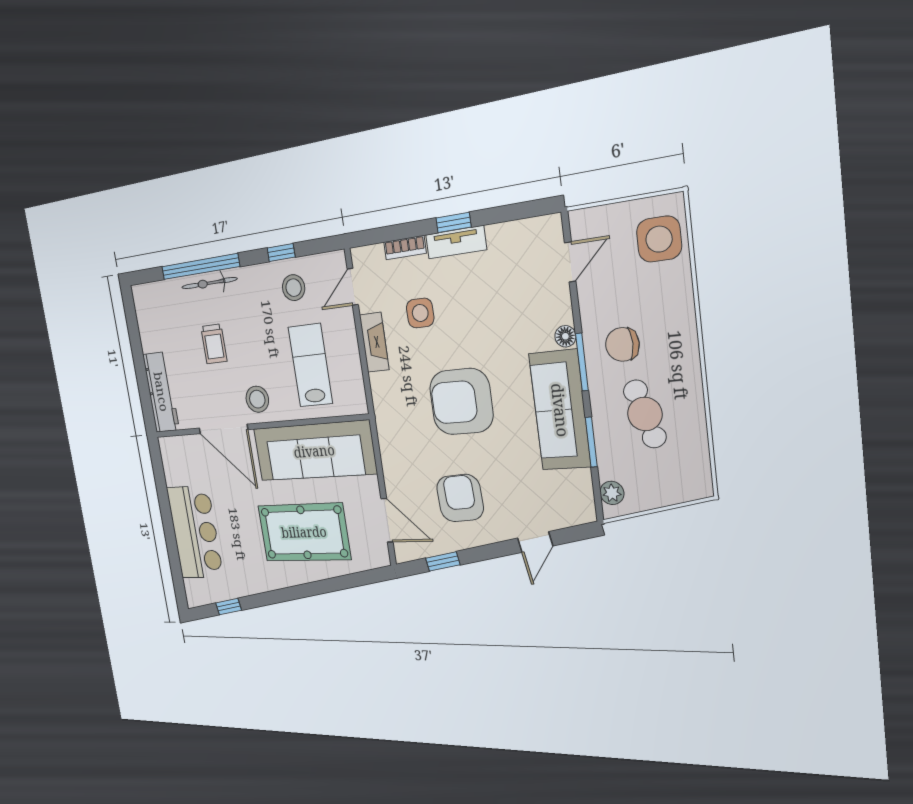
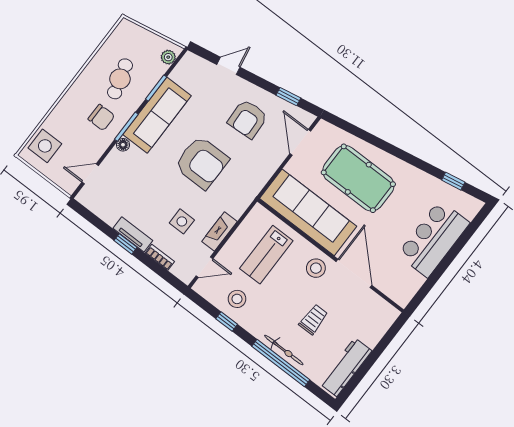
workbench: (161, 392) -> (346, 367), moved

